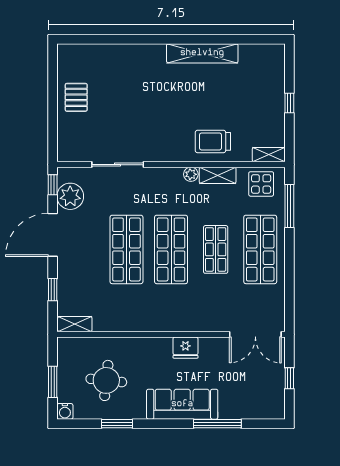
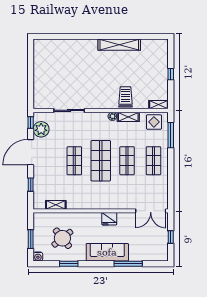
pallet: (76, 97) -> (45, 71), removed
trolley: (213, 141) -> (125, 97), turned 90
shop shelf: (126, 249) -> (74, 161), width x0.70, depth x0.74
shop shelf: (260, 249) -> (153, 161), width x0.70, depth x0.74
shelving: (75, 324) -> (56, 205), moved
round table: (106, 380) -> (62, 238), turned 45

